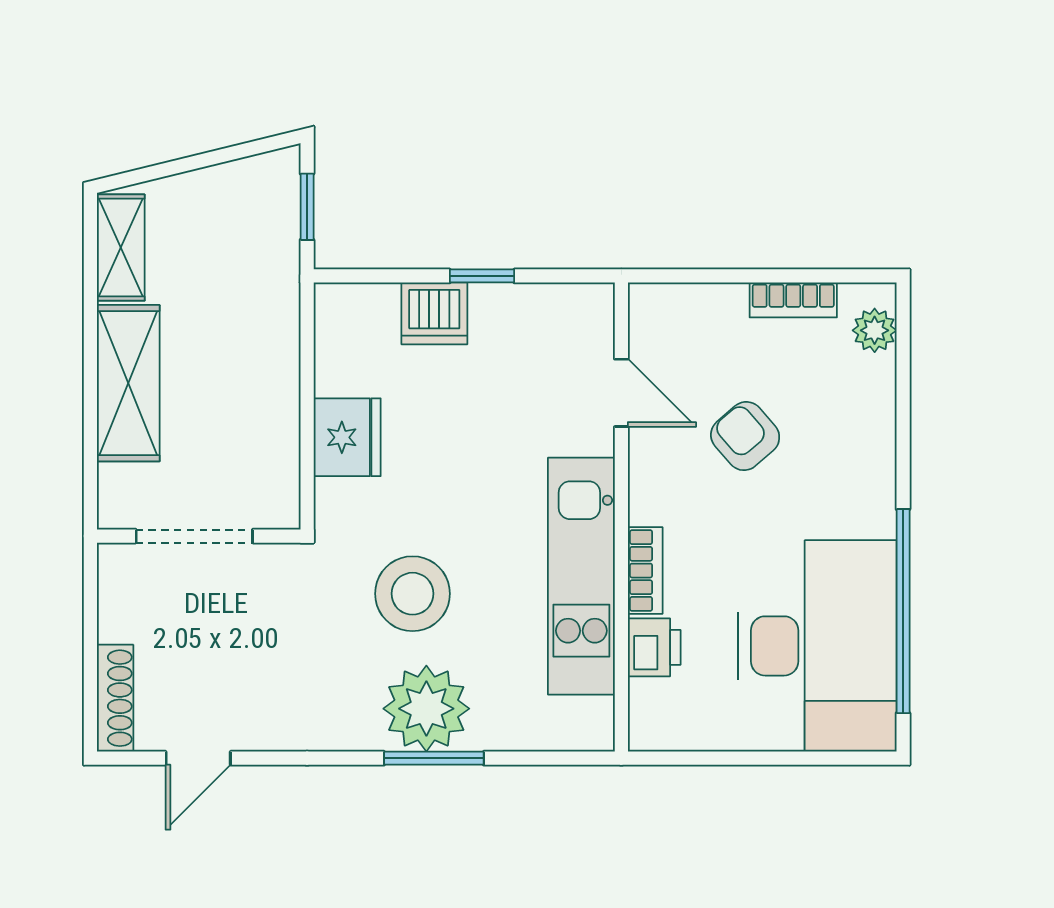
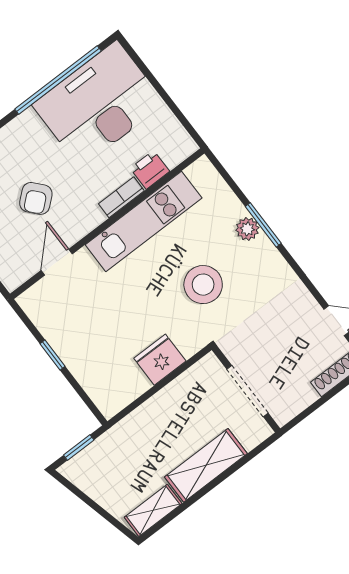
dishwasher: (434, 313) -> (83, 363), removed
plant: (426, 709) -> (247, 229), width x0.53, depth x0.53

